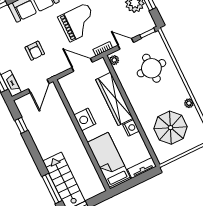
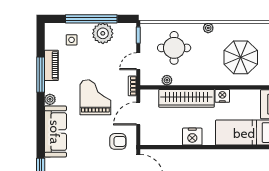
armchair: (35, 51) -> (118, 141), moved
plant: (114, 60) -> (167, 80), moved
plant: (189, 103) -> (208, 28), moved

